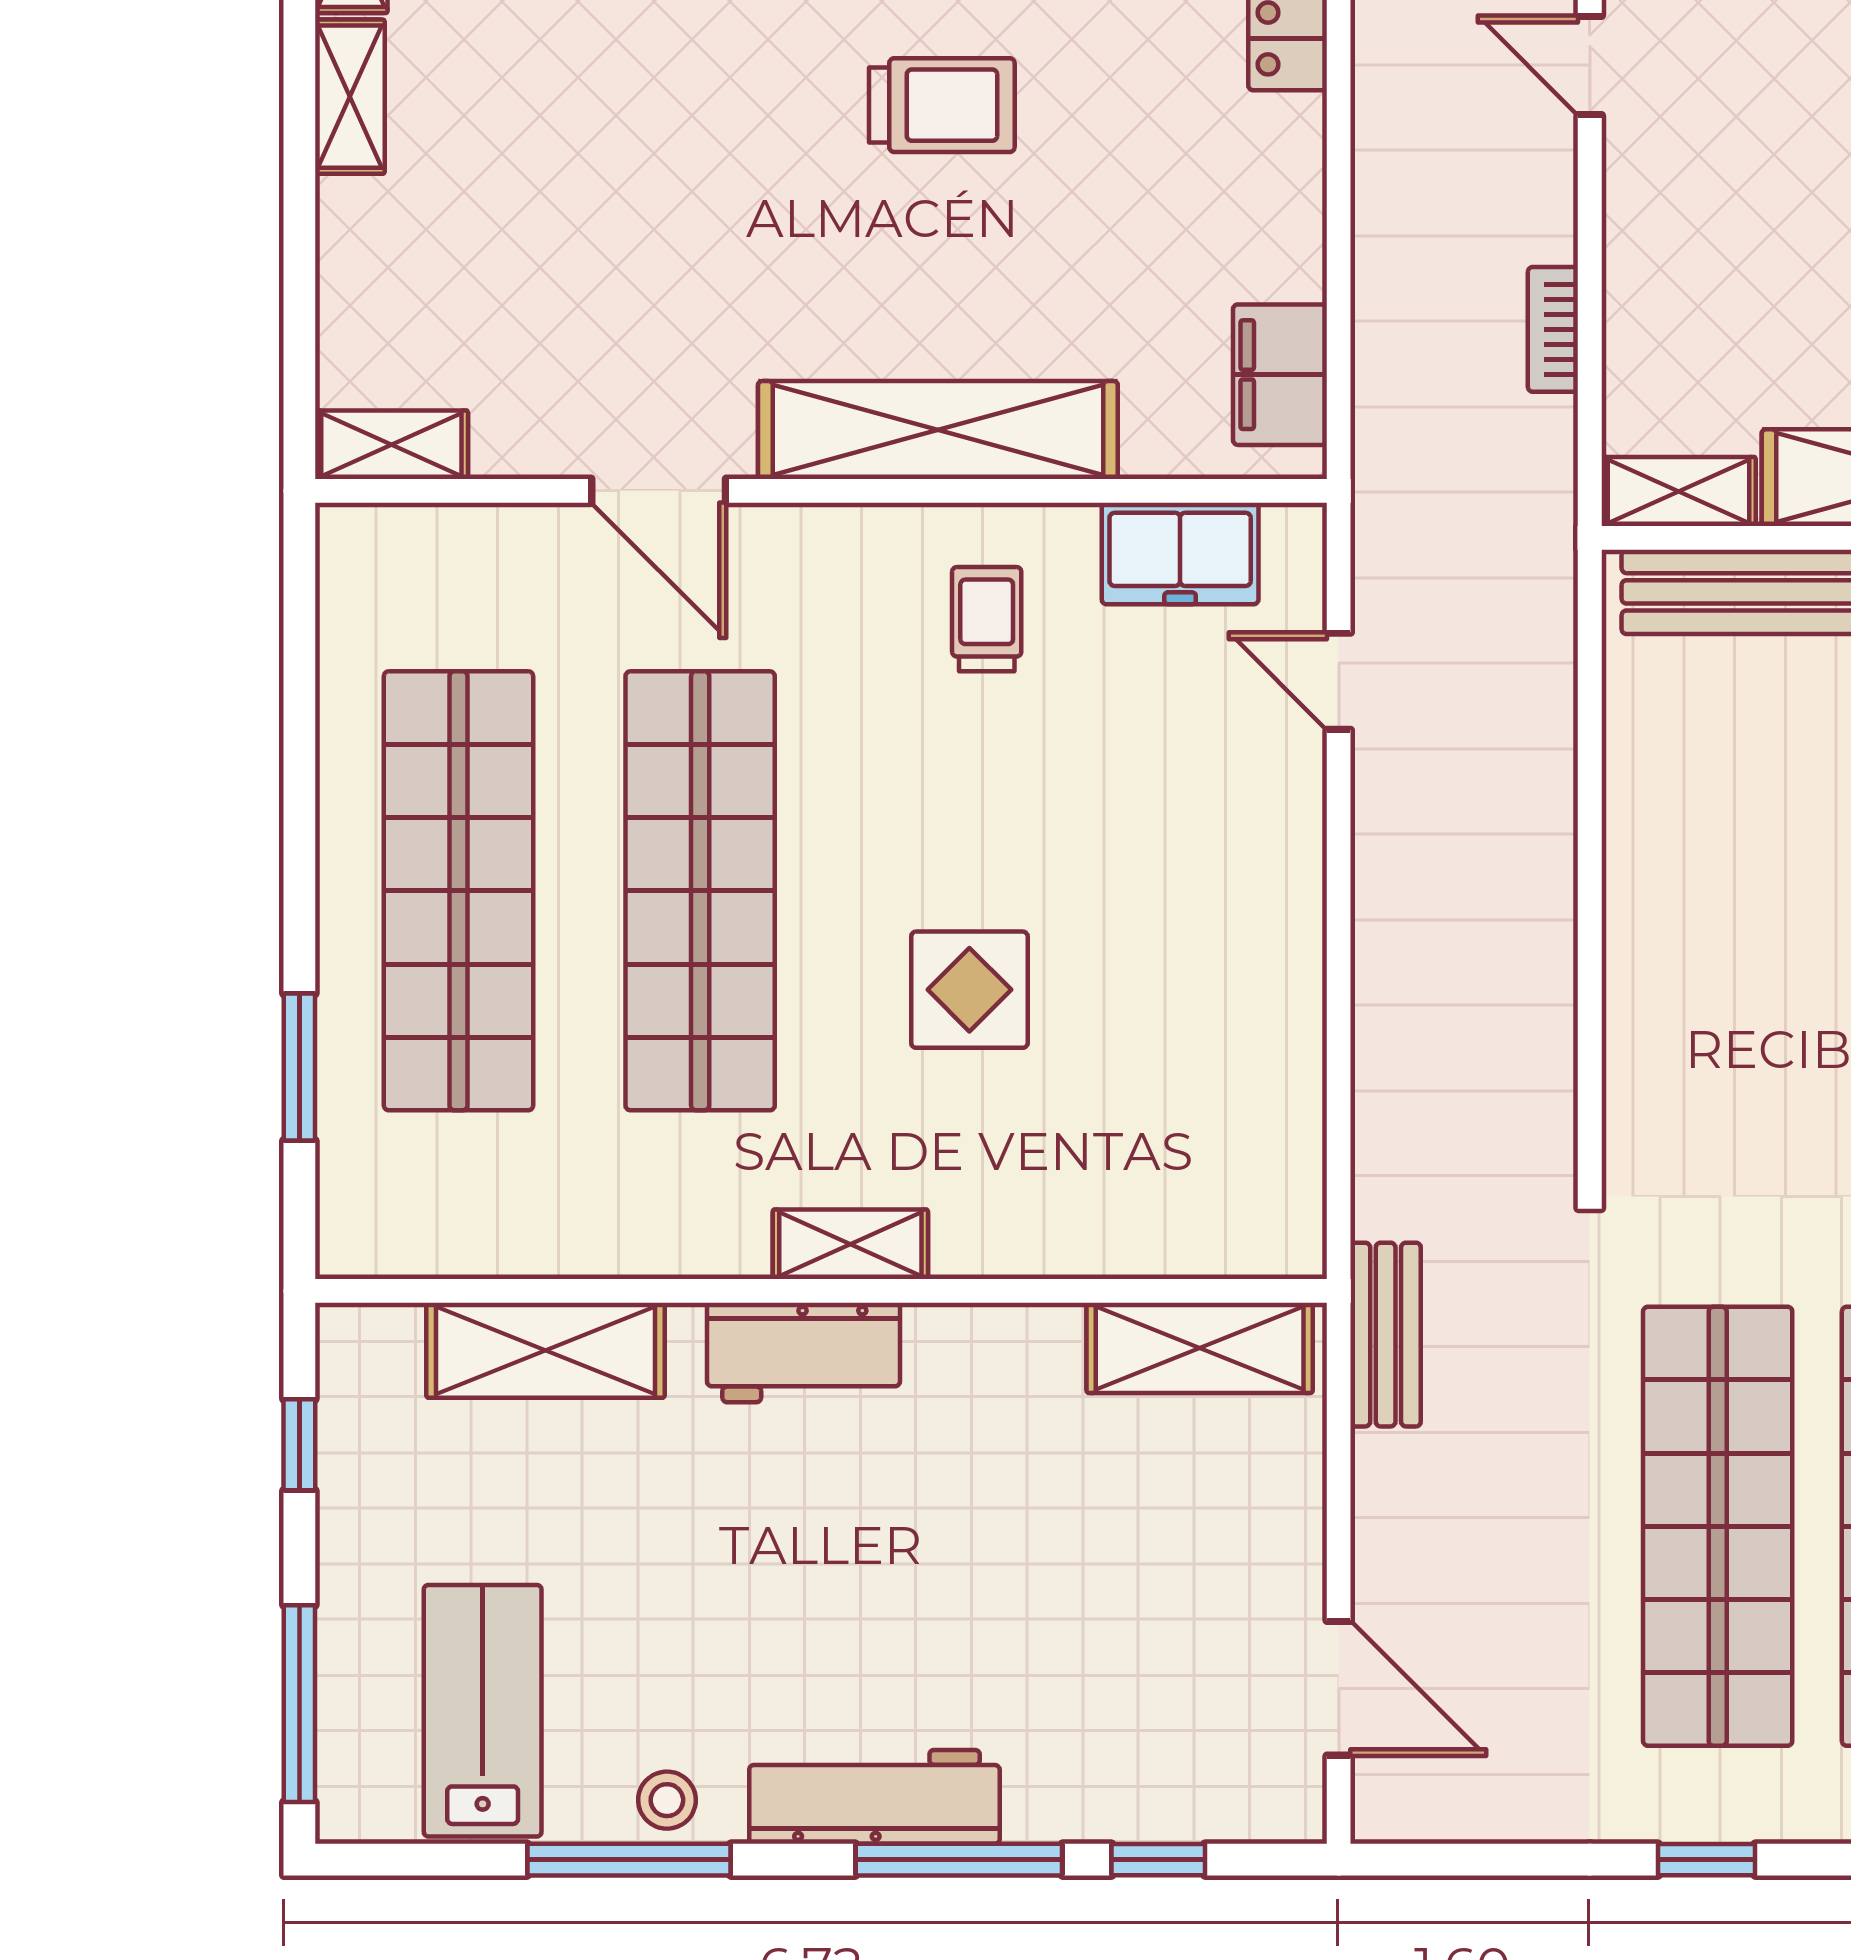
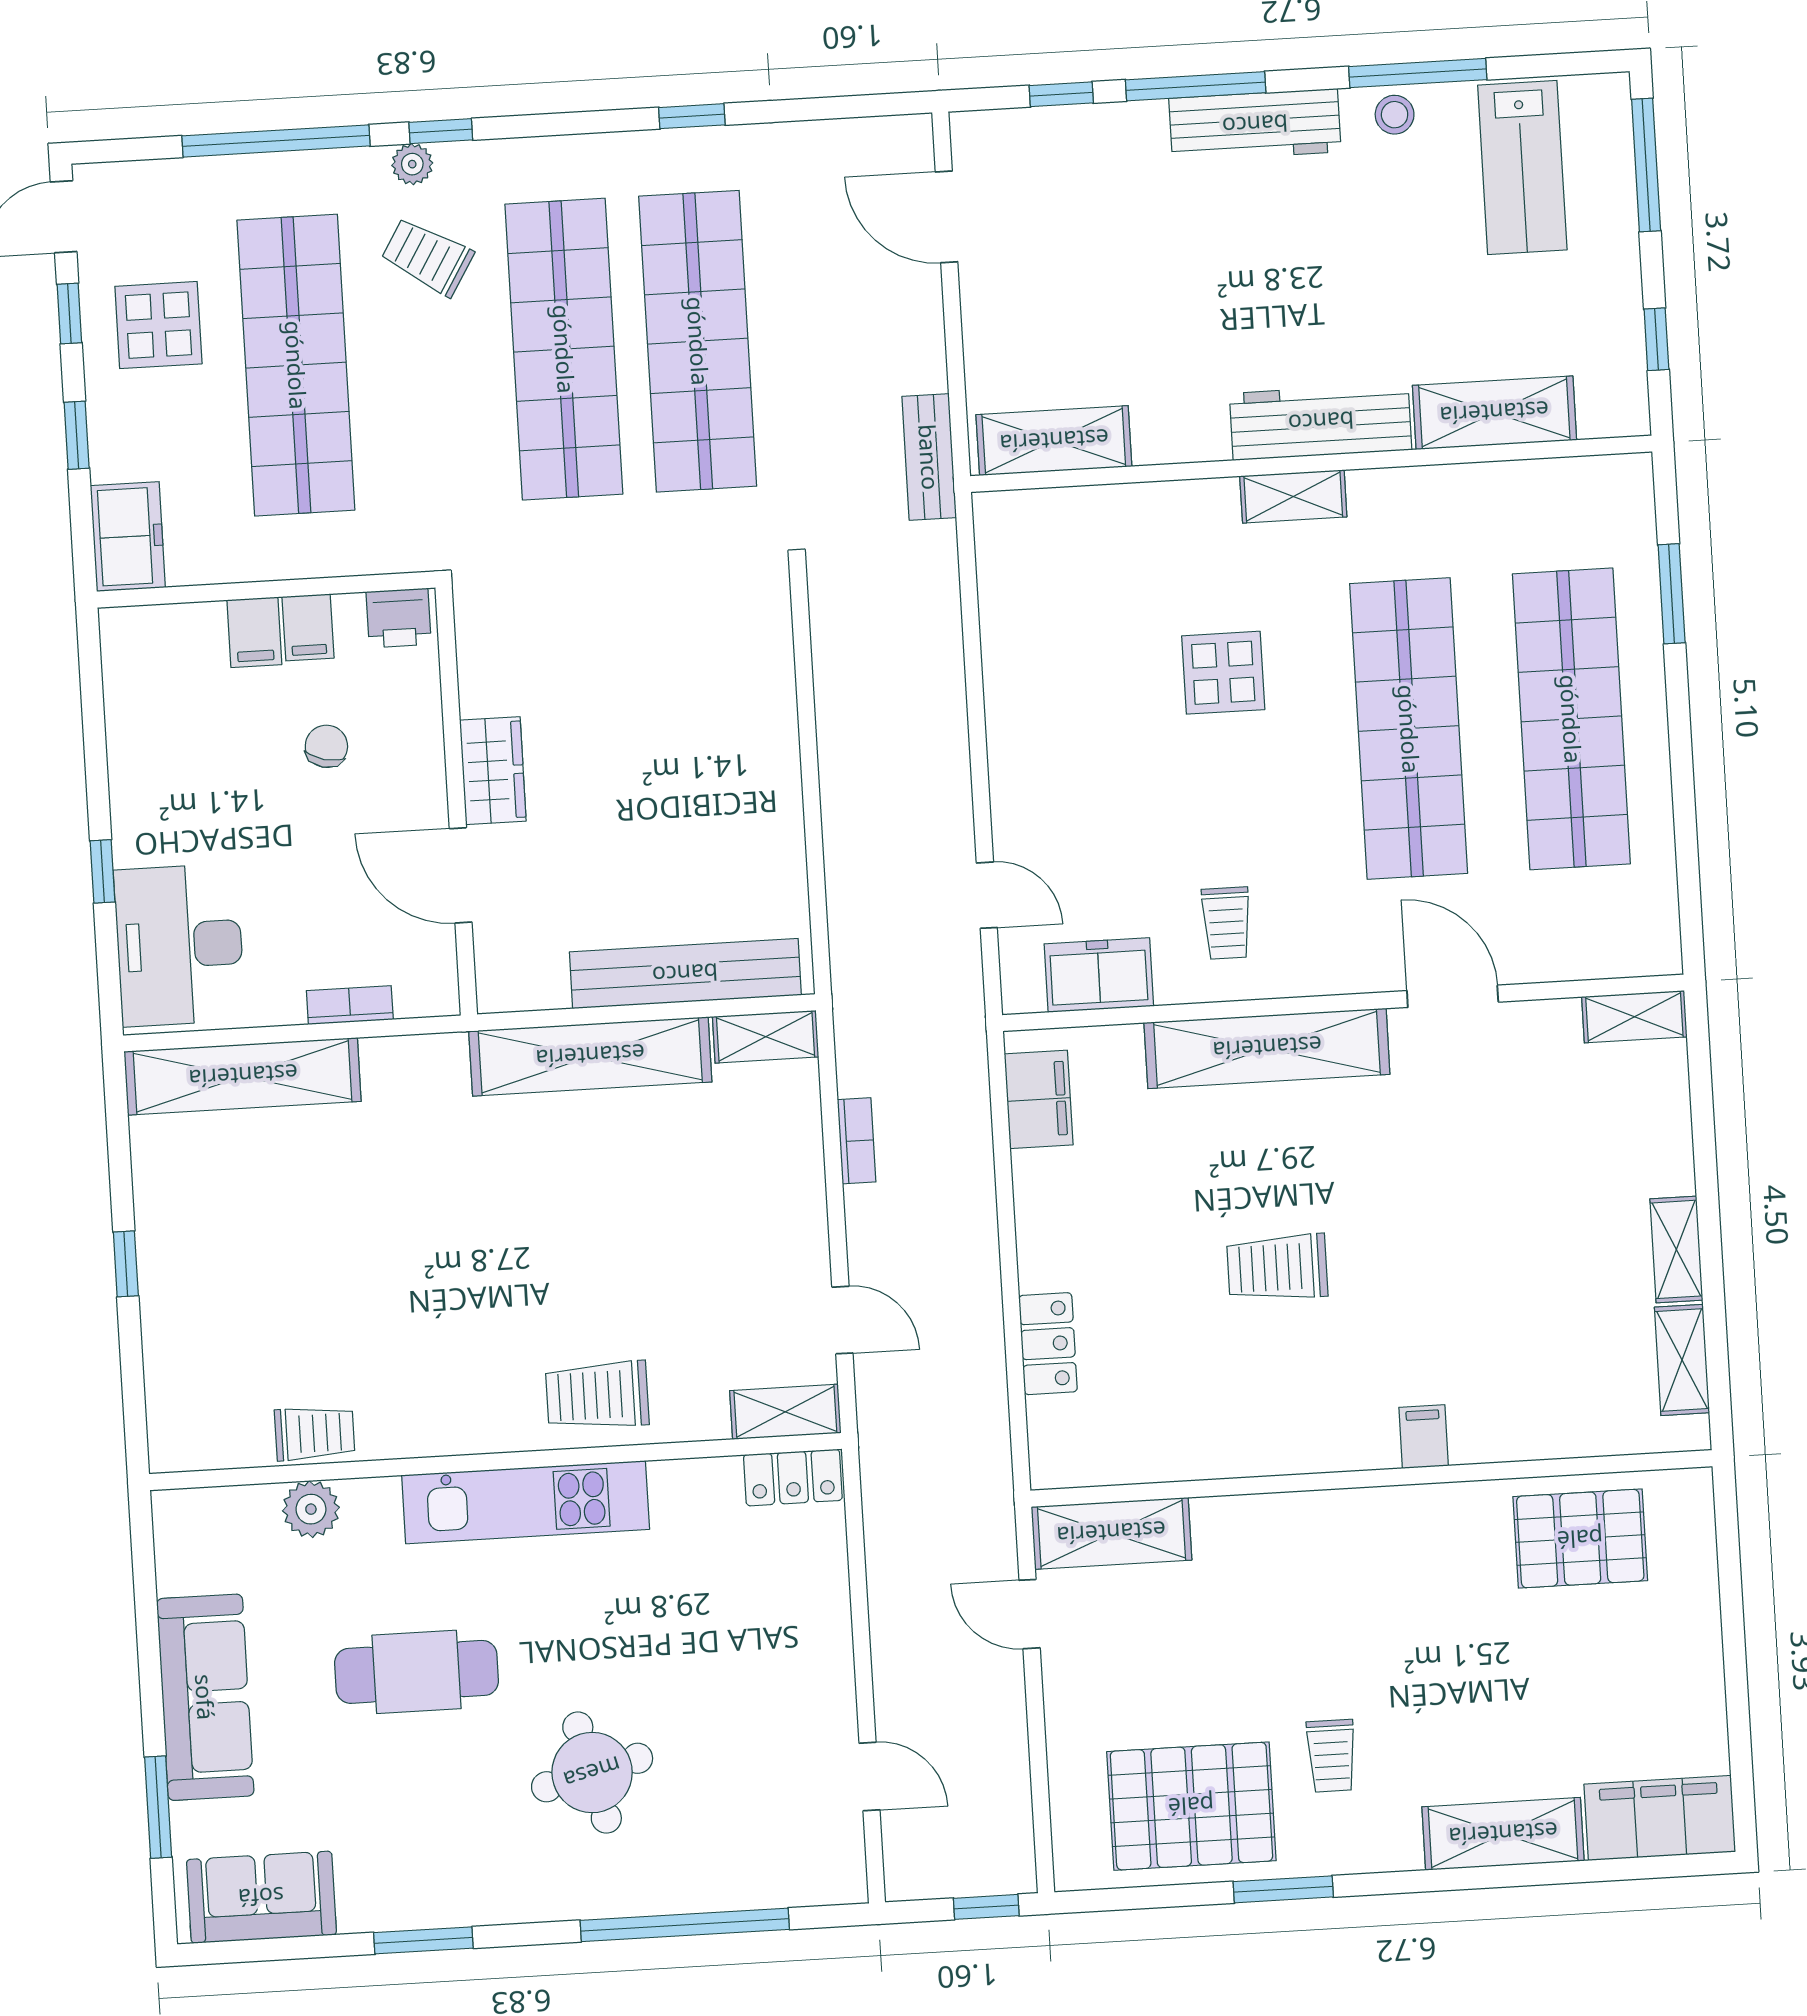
workbench: (803, 1352) -> (1321, 422), width x1.37

